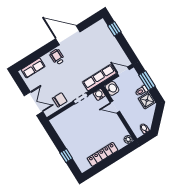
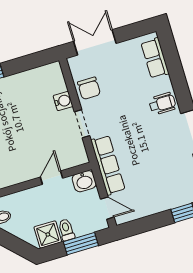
door: (123, 71) -> (107, 208), hinge flipped
water cooler: (99, 94) -> (63, 101), moved
double door: (34, 104) -> (95, 42), swing flipped

